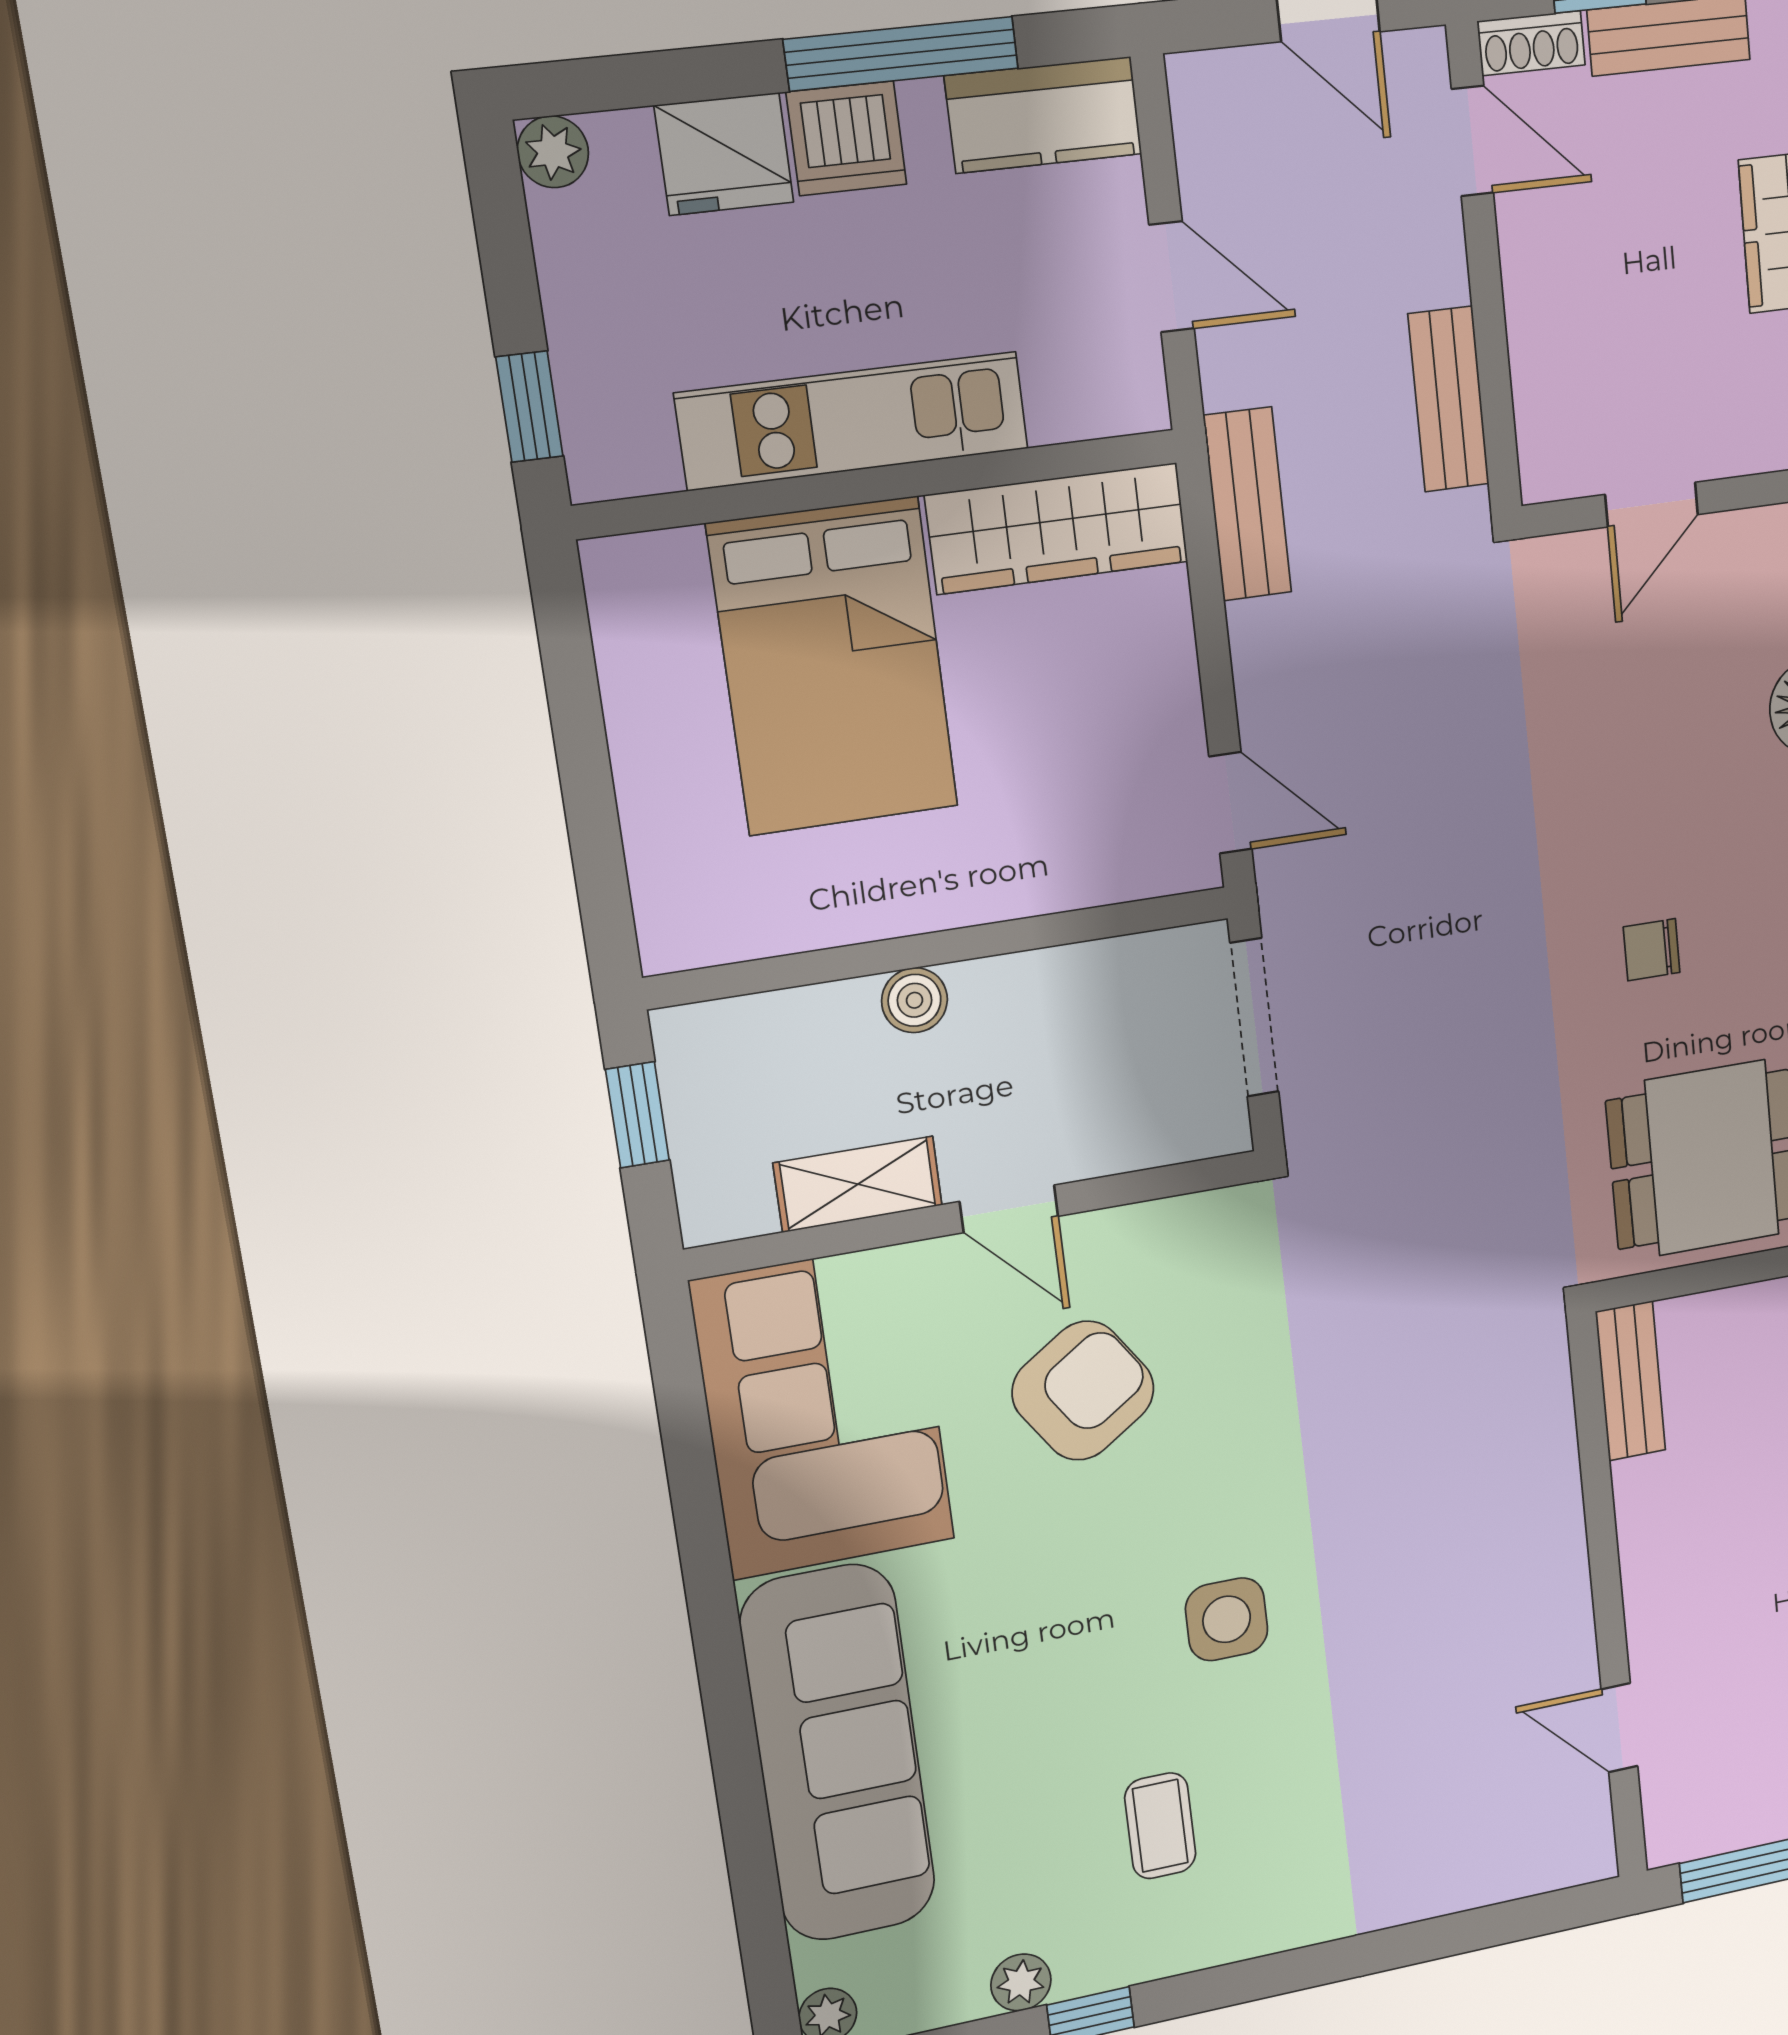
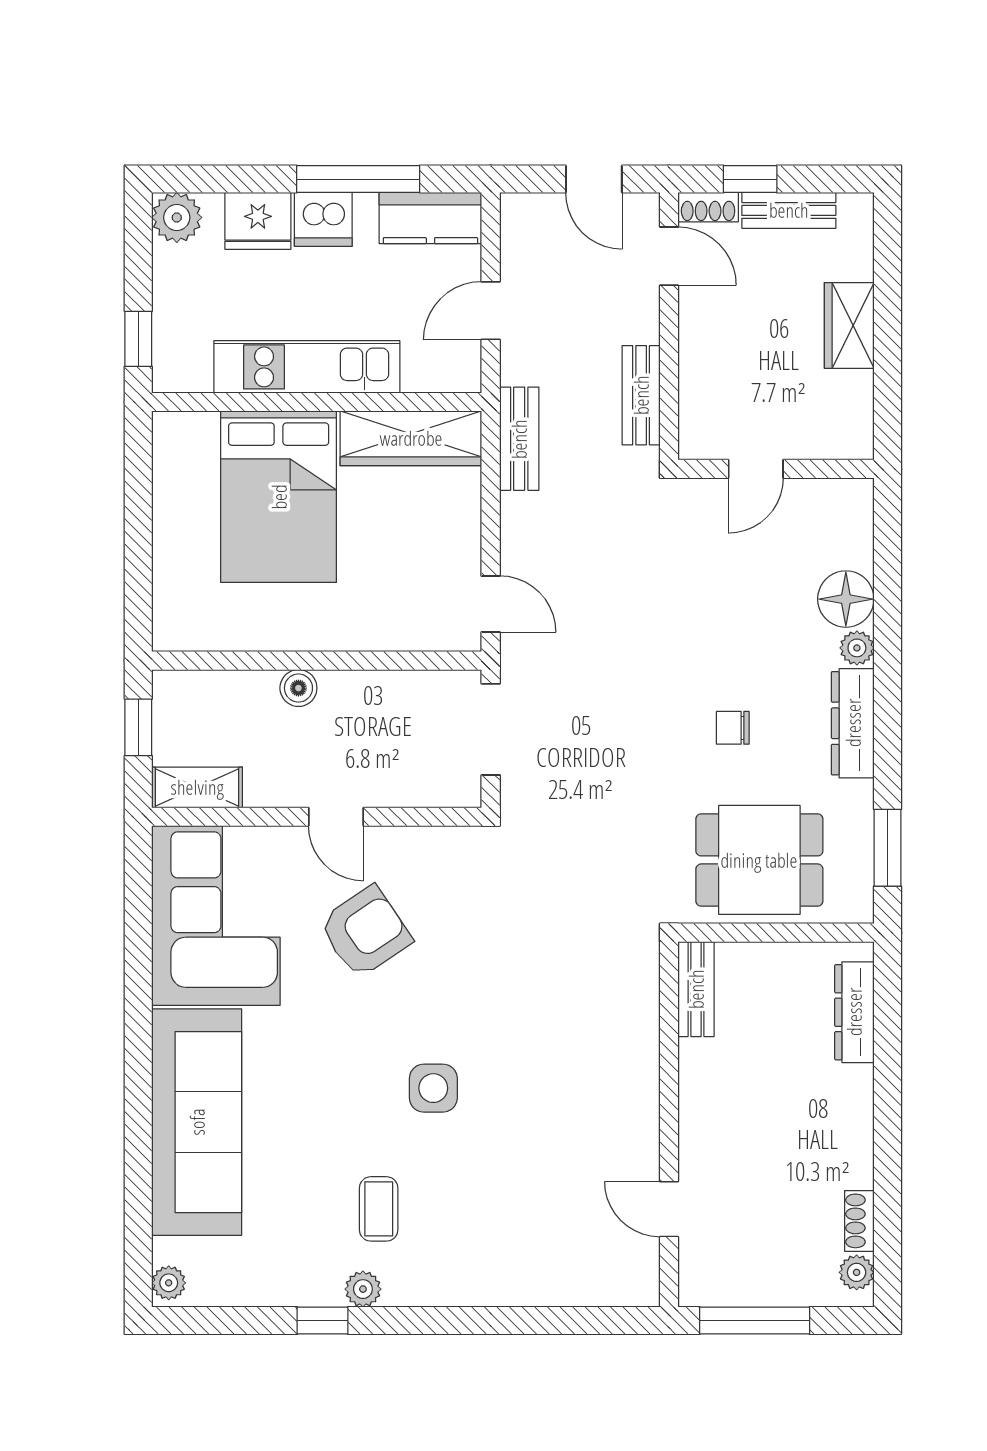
plant: (553, 152) -> (177, 217), width x1.38, depth x1.38
door: (1172, 277) -> (491, 311), swing flipped
shelving: (858, 1184) -> (197, 787), moved
plant: (1021, 1982) -> (363, 1289), moved

